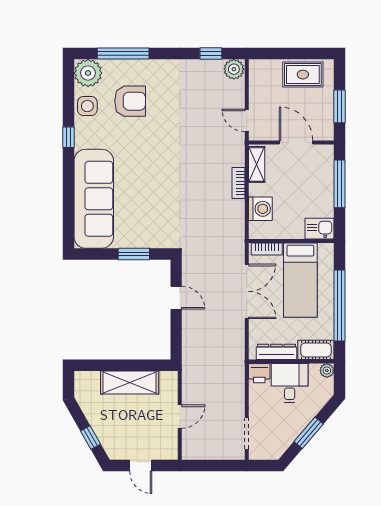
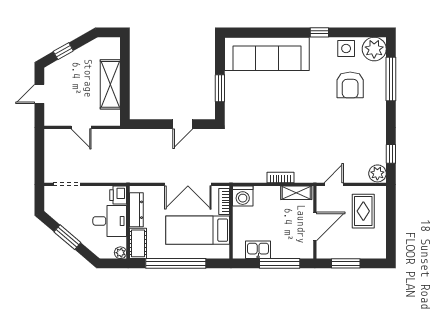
rug: (303, 75) -> (363, 211), moved
washing machine: (260, 209) -> (243, 196), moved
kitchen sink: (319, 229) -> (258, 250), moved, turned -90

